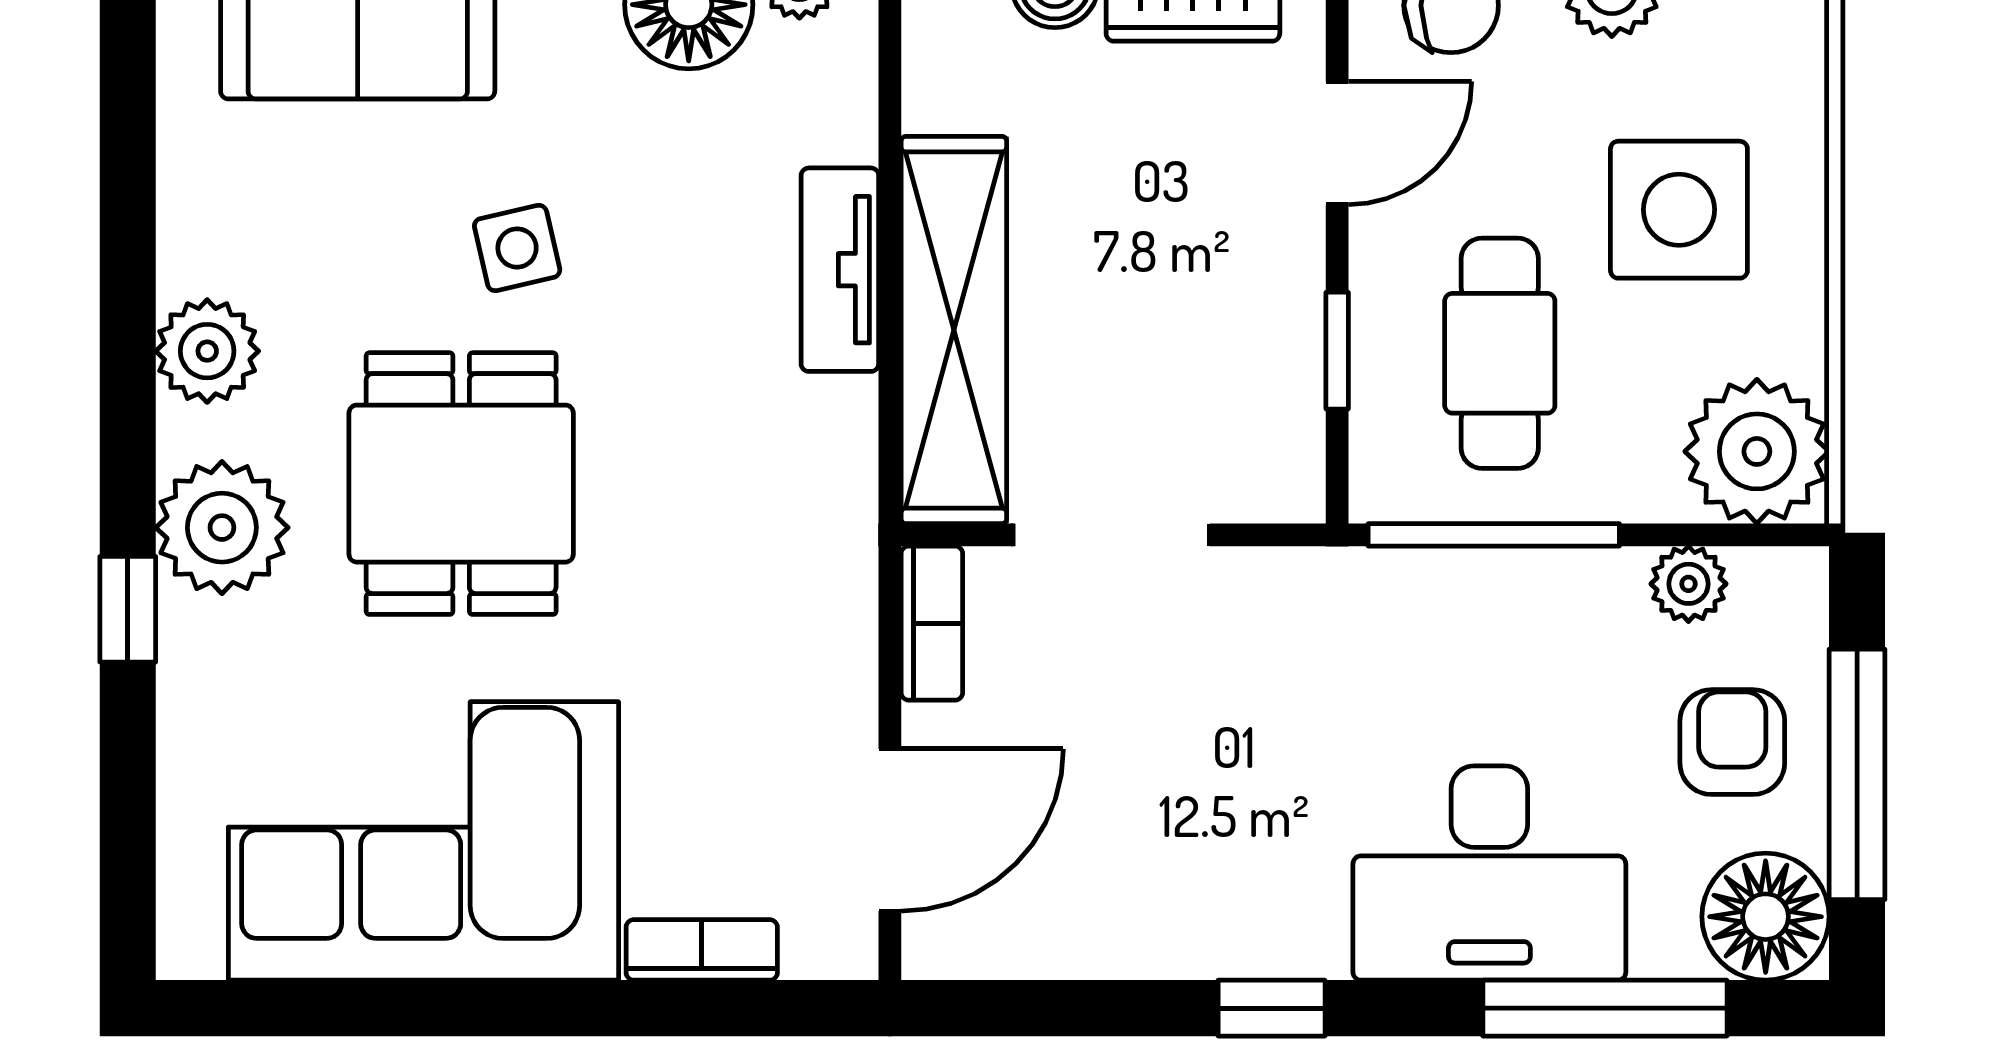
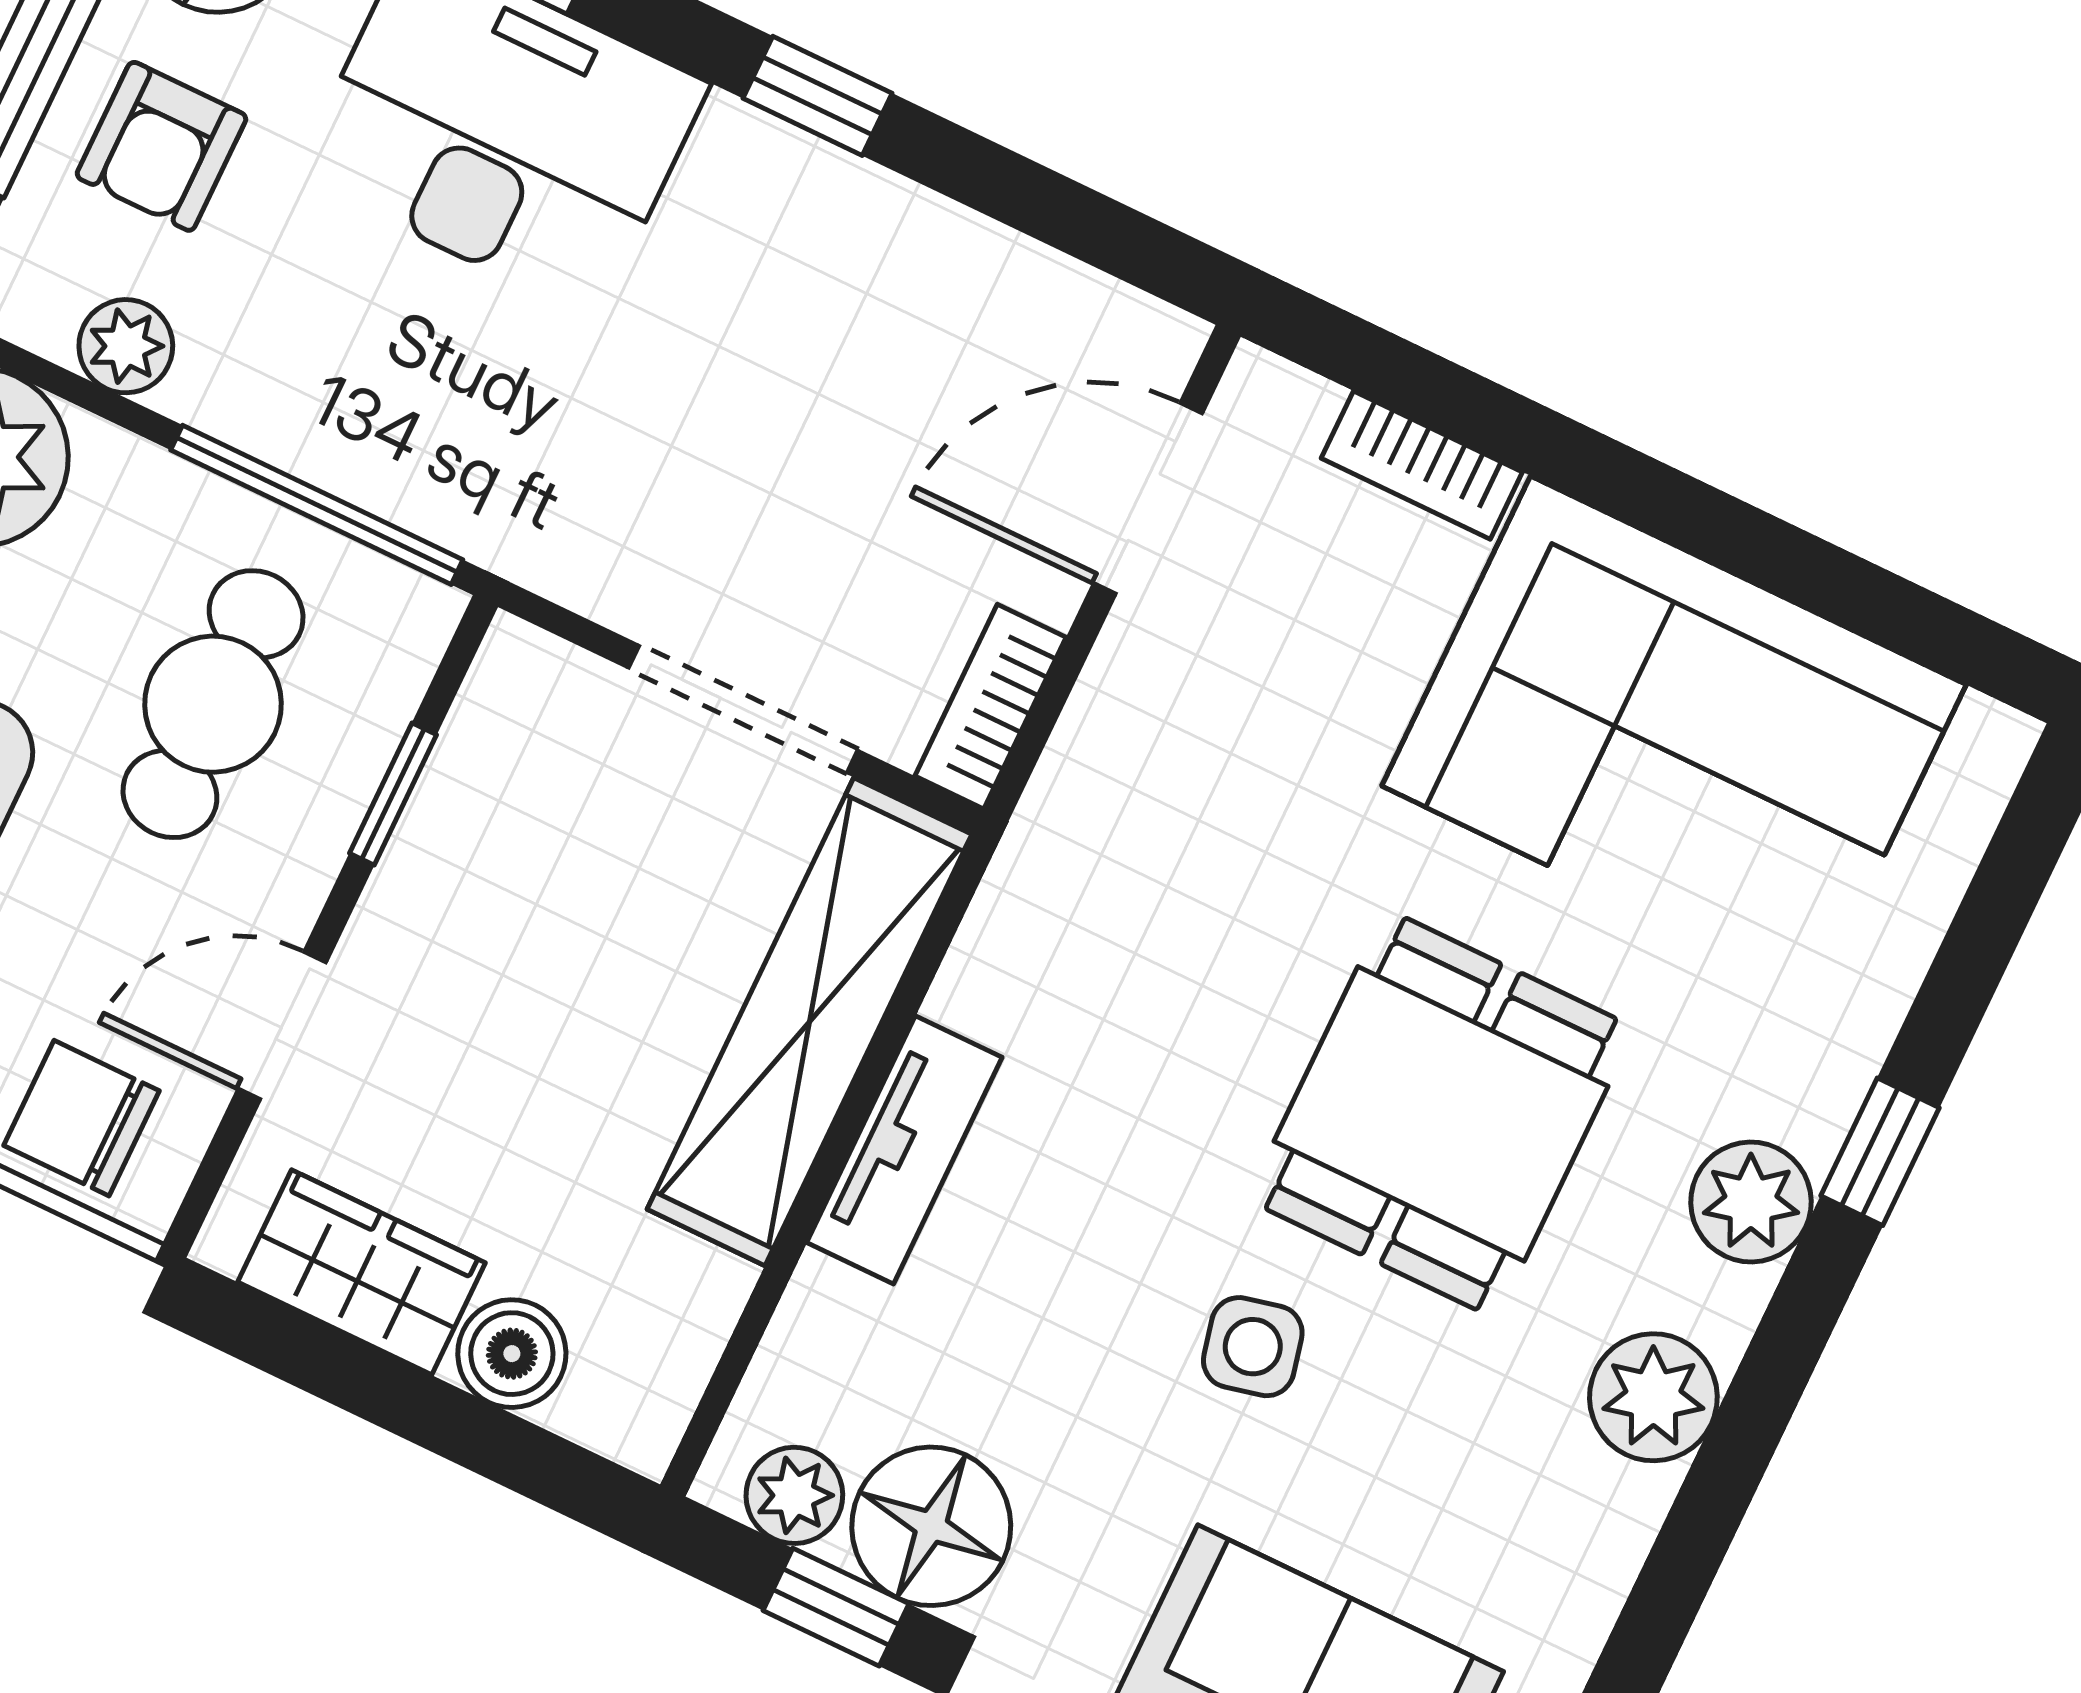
plant: (222, 528) -> (1751, 1202), width x0.73, depth x0.73

